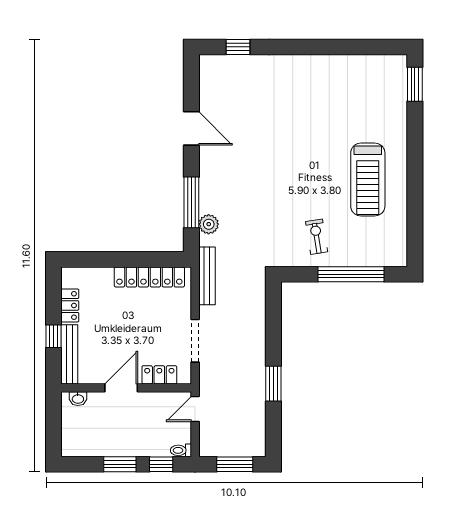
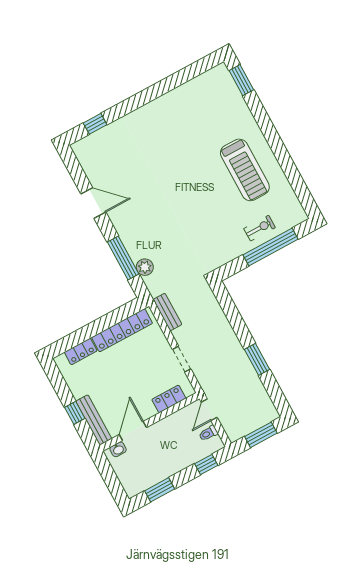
exercise bike: (317, 237) -> (260, 228), moved, turned 99
bench: (207, 276) -> (167, 312), width x0.73
locker: (70, 305) -> (81, 351), moved, turned 90
doorway: (195, 341) -> (182, 359), width x0.73
door: (121, 388) -> (133, 431), moved
toilet: (181, 450) -> (208, 433), moved
window: (120, 464) -> (160, 490), moved

